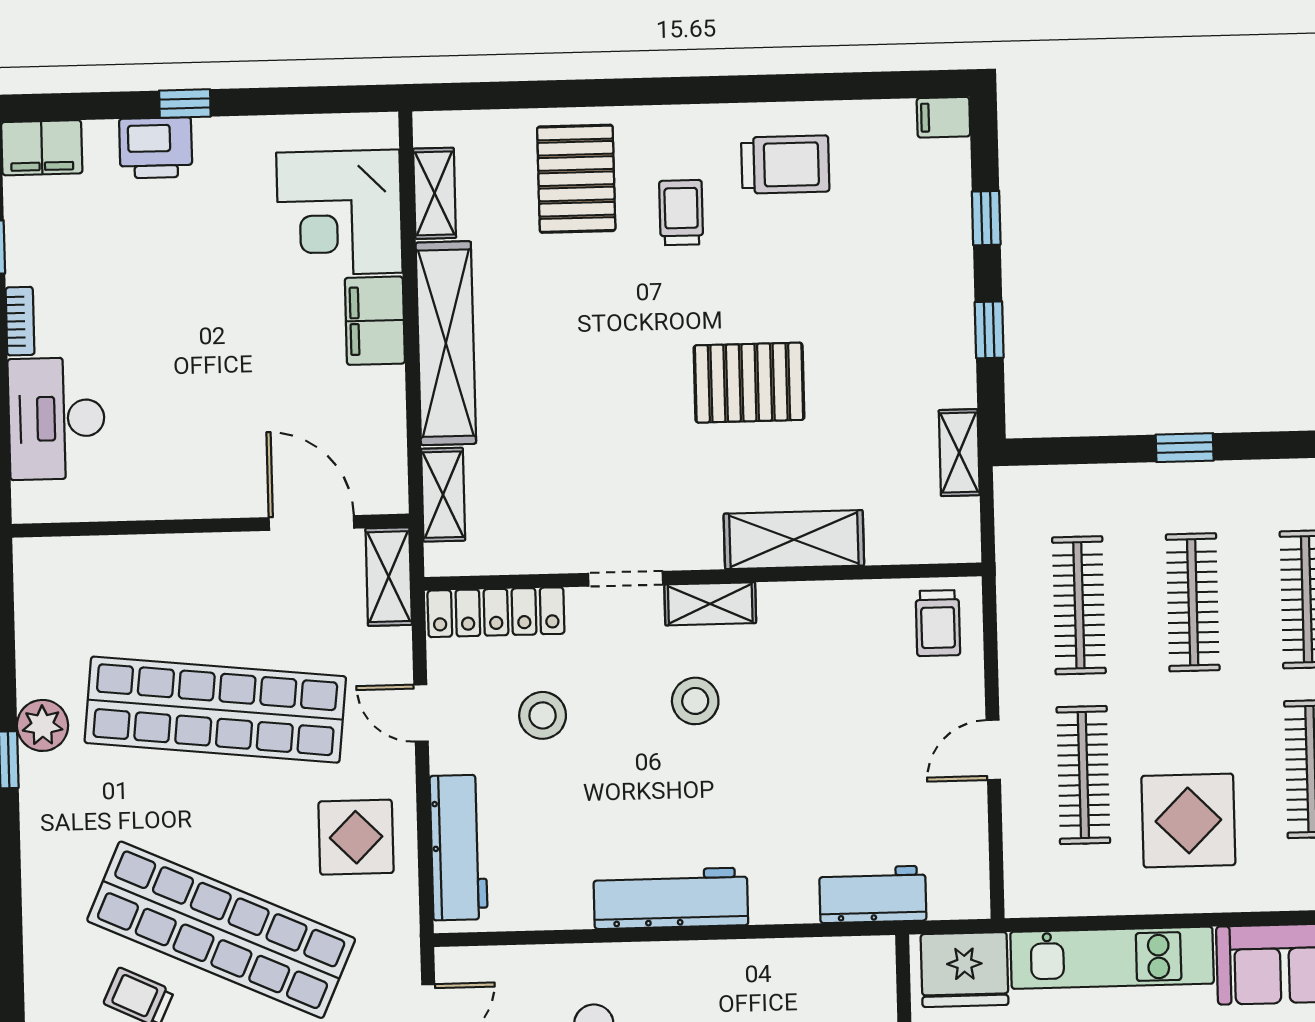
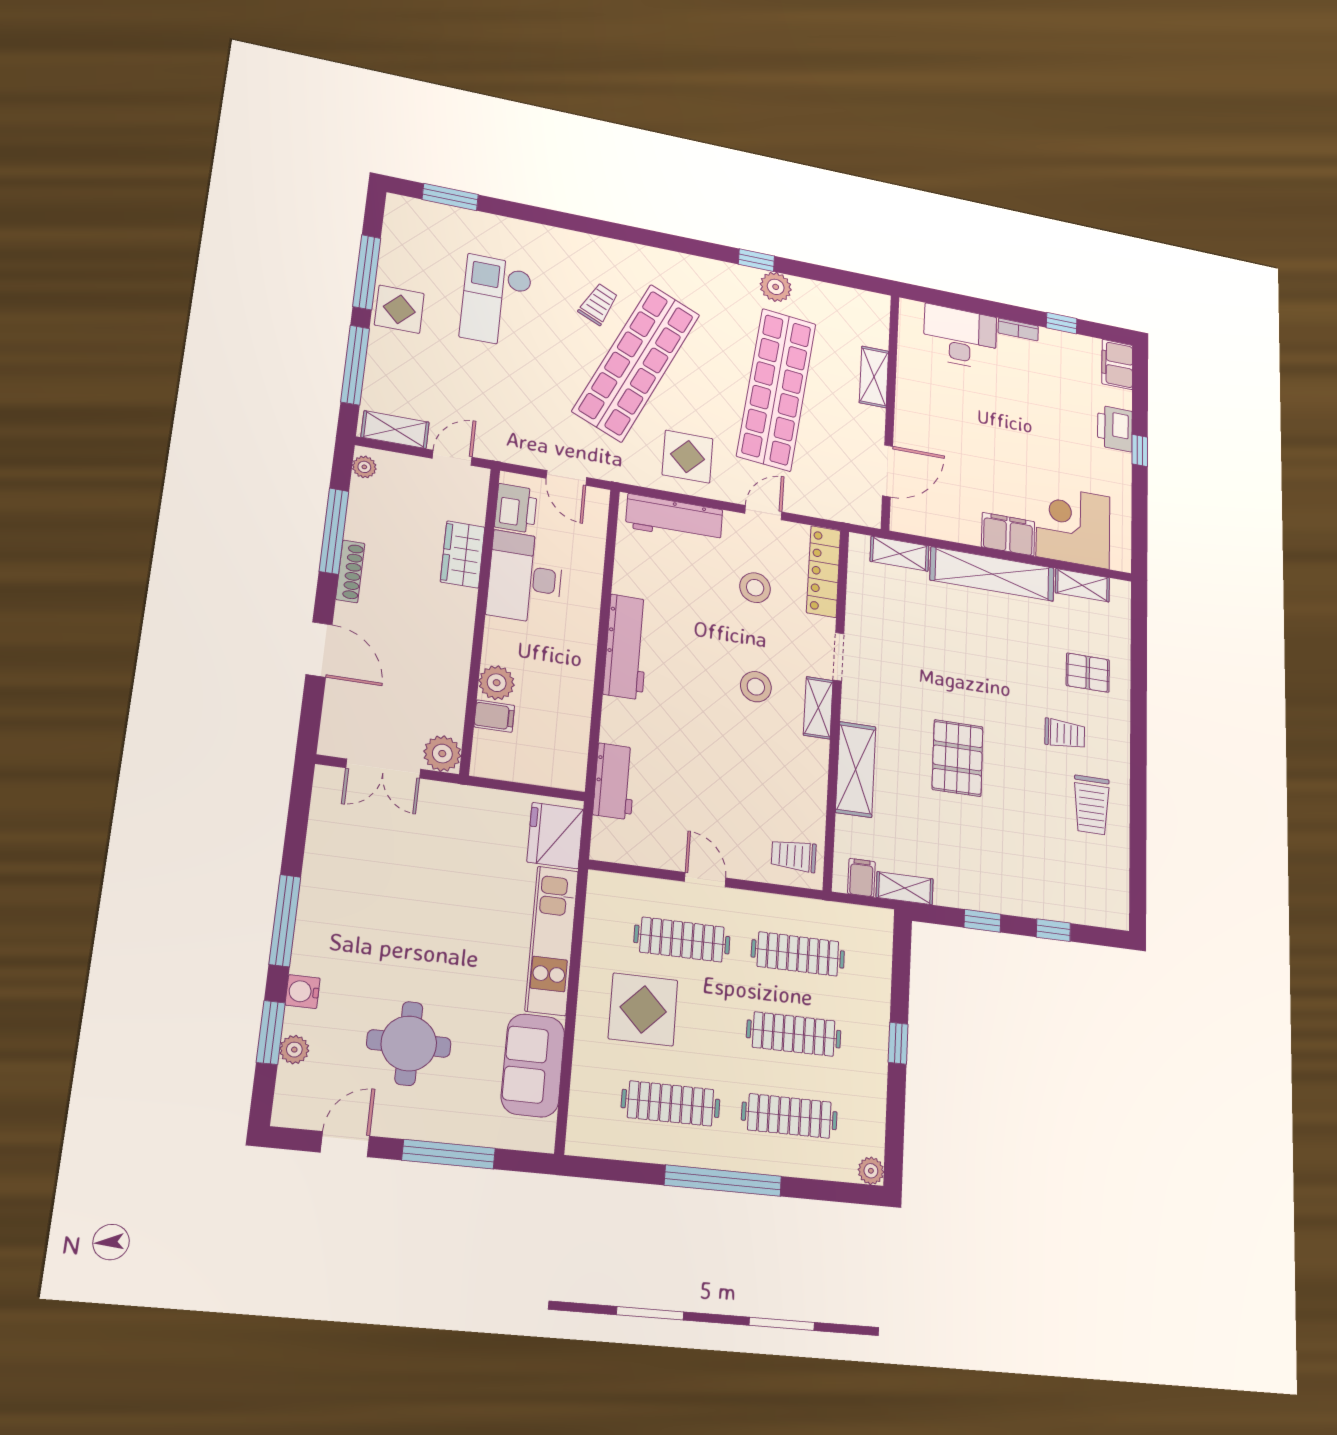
filing cabinet: (943, 117) -> (861, 878), moved
pallet: (576, 179) -> (1088, 673), width x0.67, depth x0.71
shelving: (389, 577) -> (874, 377), moved, turned 90

